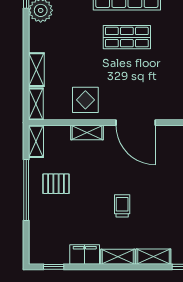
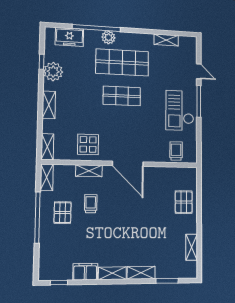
shelving: (36, 70) -> (49, 105), moved
pallet: (56, 184) -> (63, 213), turned 90
trolley: (122, 206) -> (91, 204), moved

